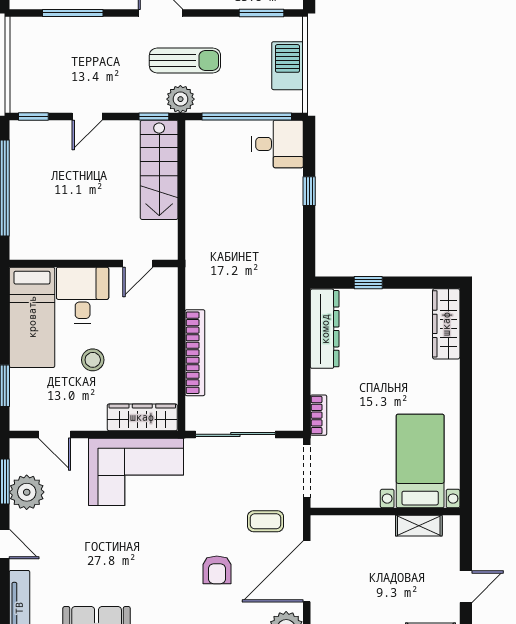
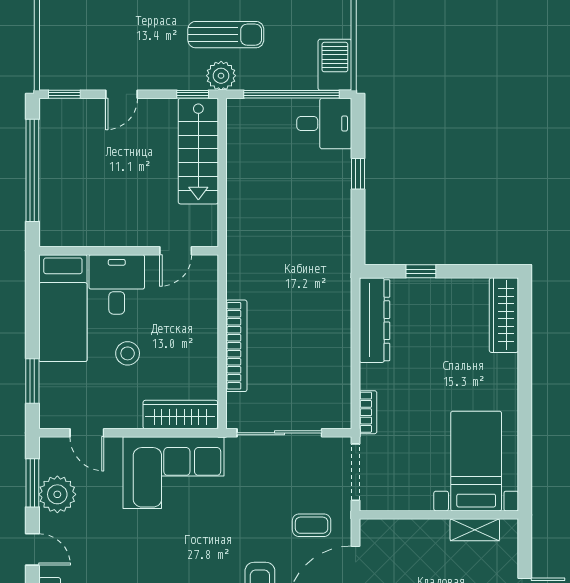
barbecue: (287, 66) -> (335, 65), moved

